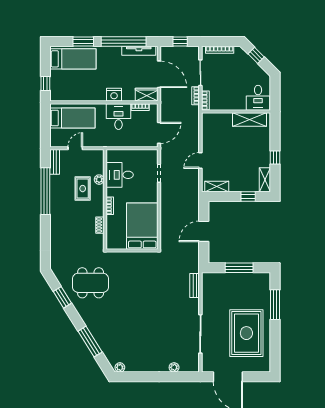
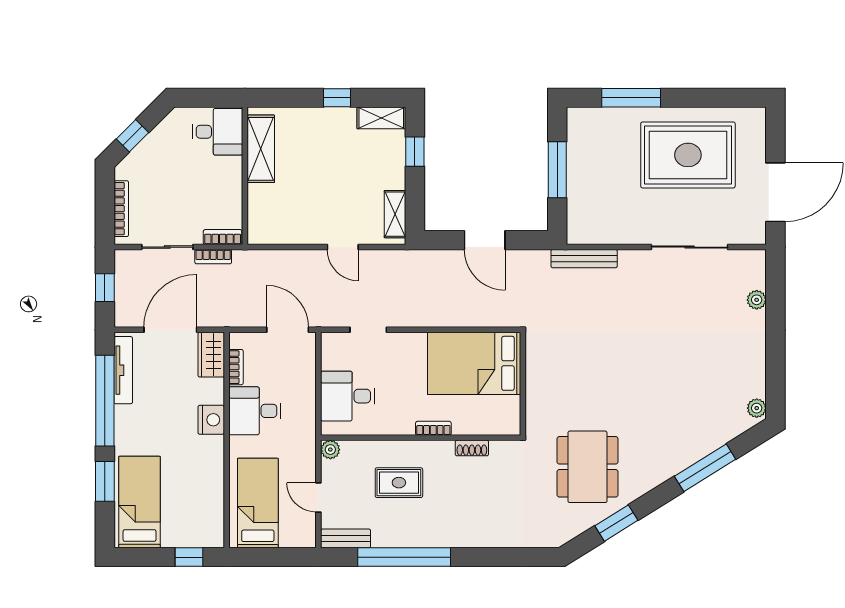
desk: (120, 175) -> (348, 396), moved, turned 90
plant: (99, 180) -> (330, 450), moved
bench: (195, 286) -> (584, 259), width x1.36

